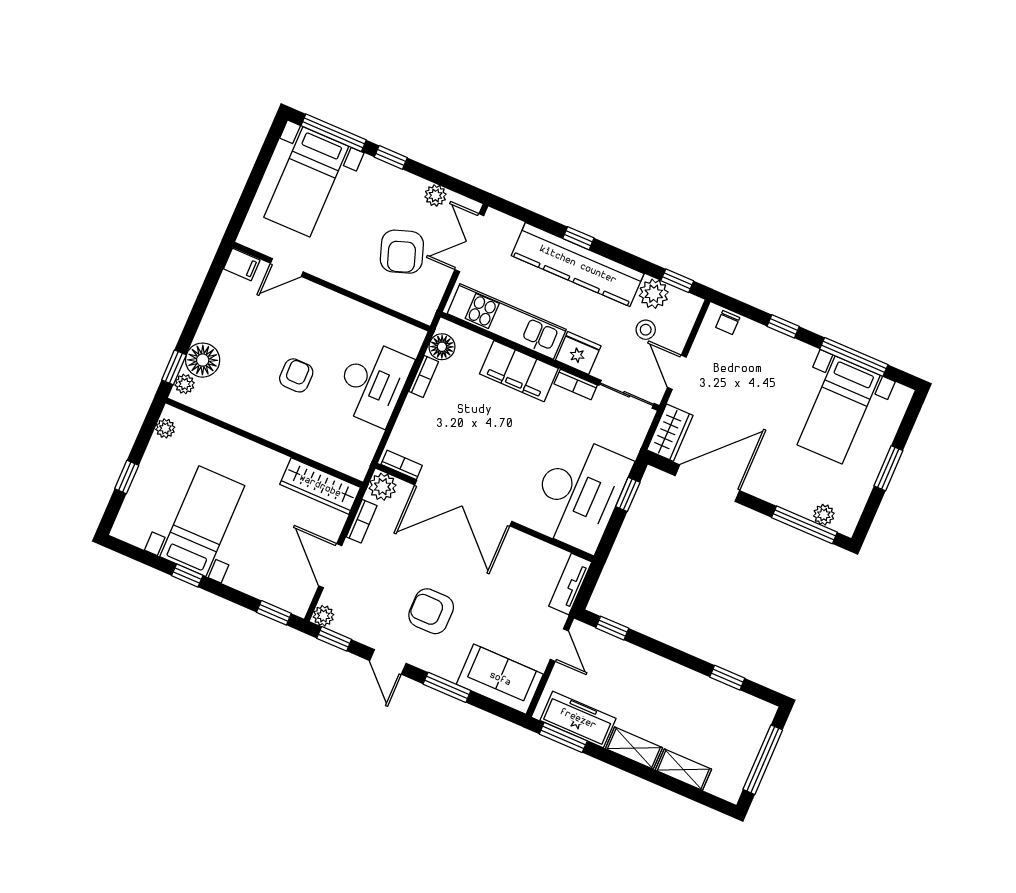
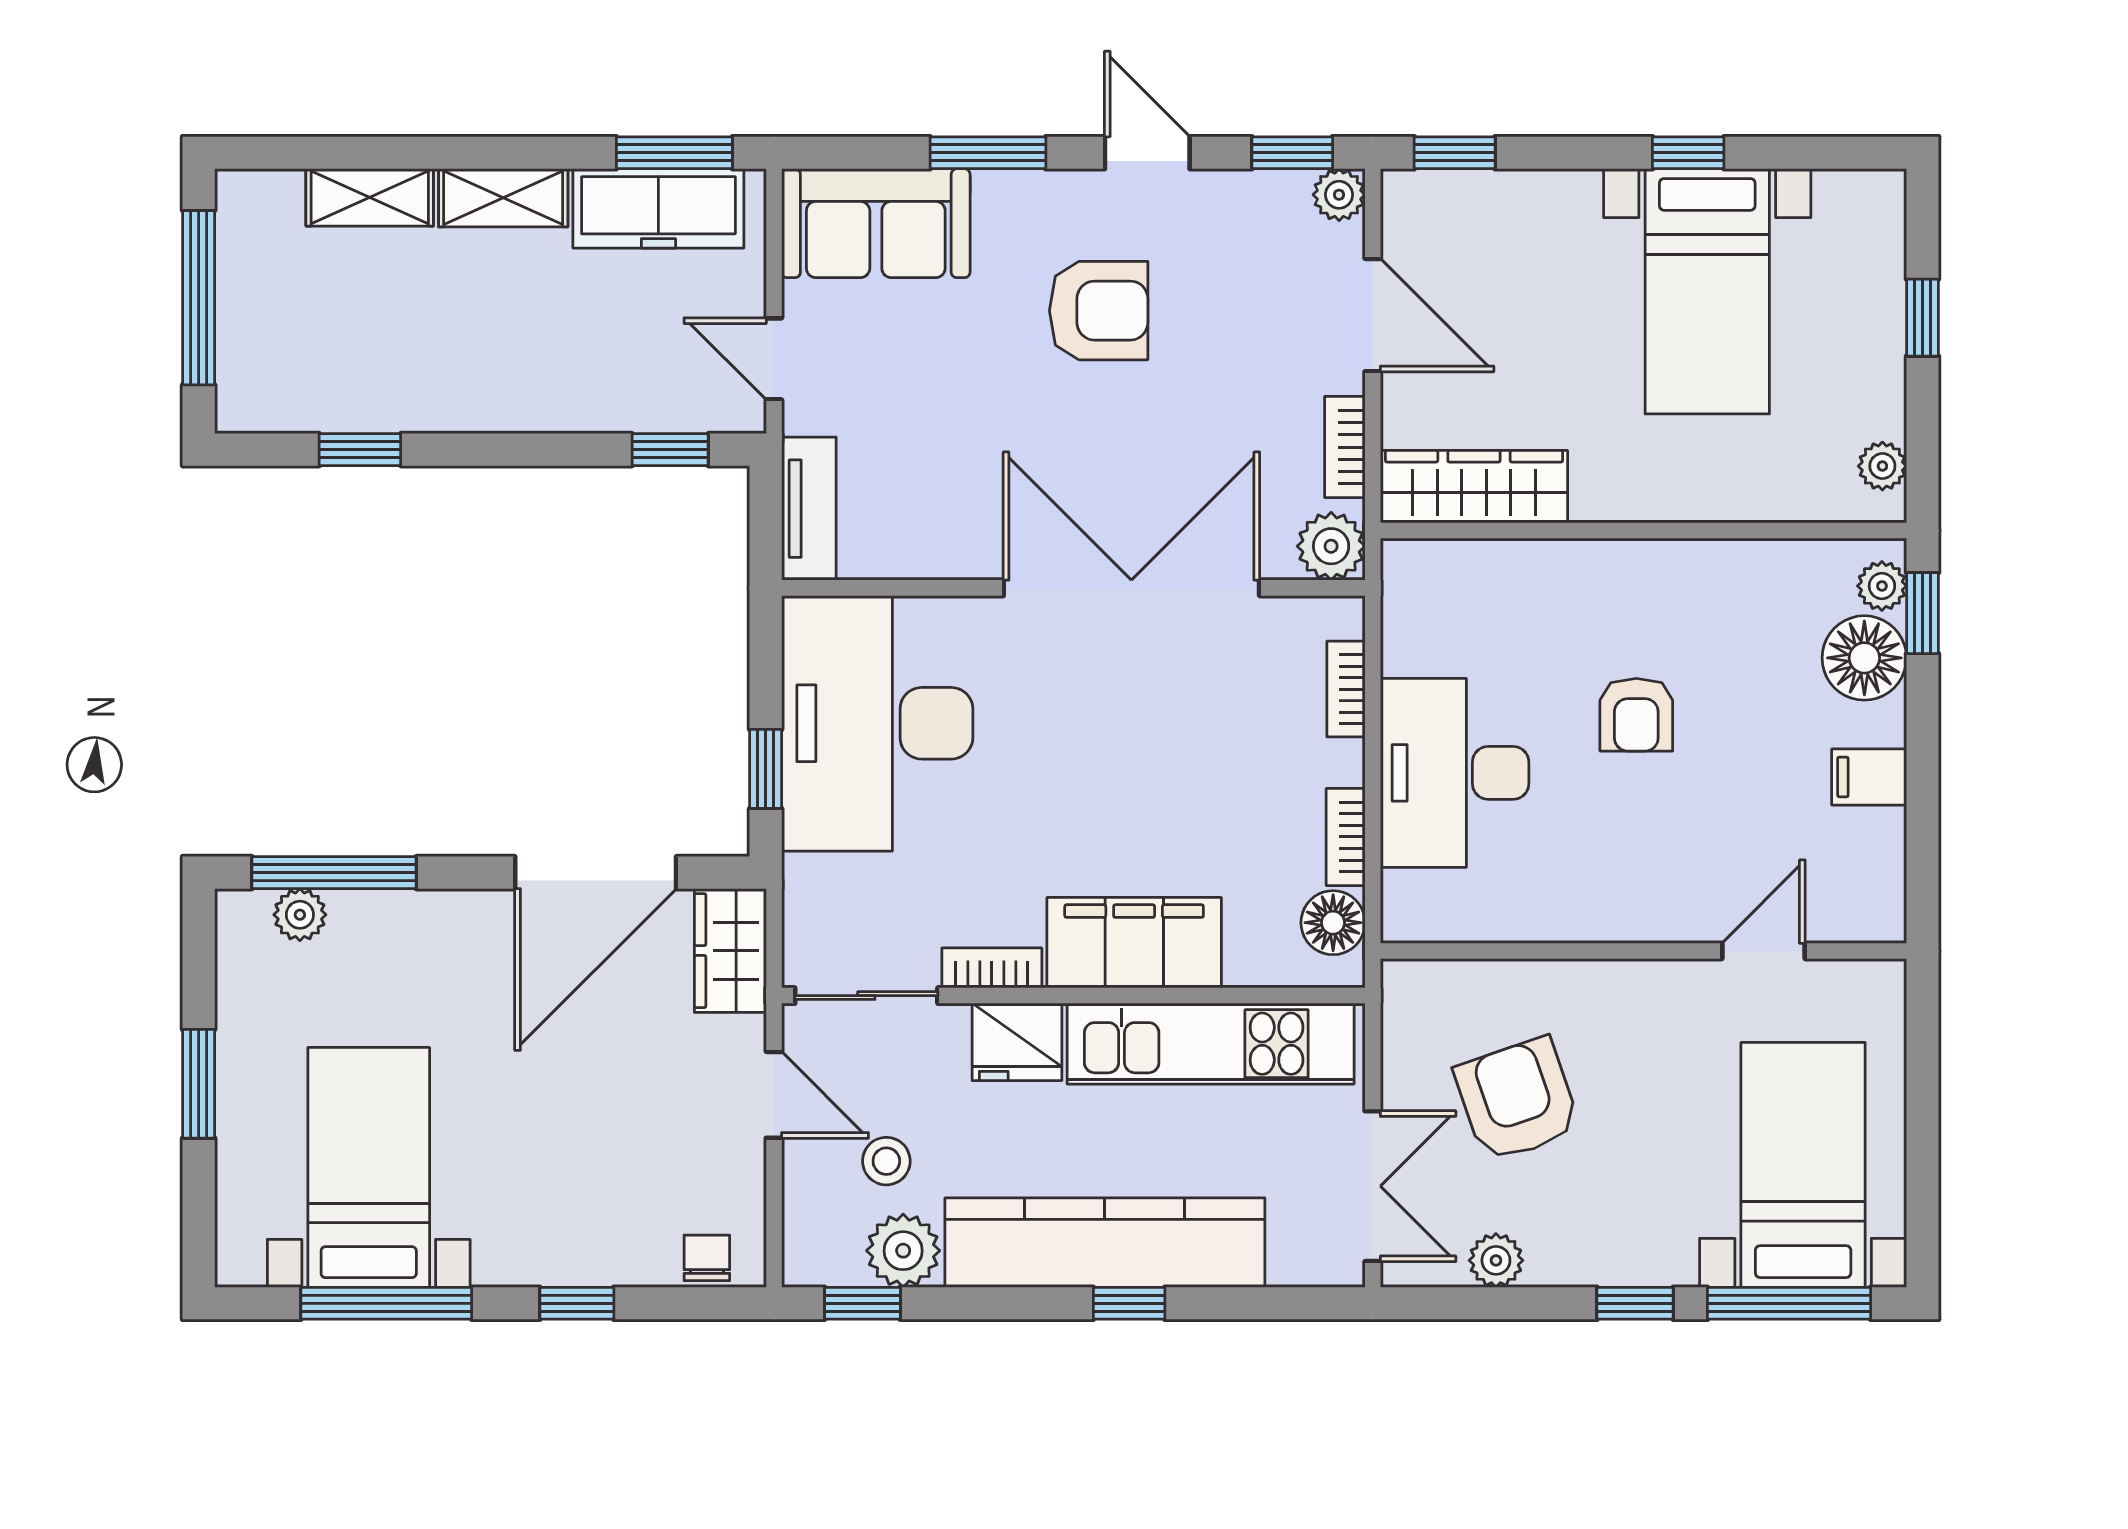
filing cabinet: (242, 265) -> (1869, 777), moved
bookcase: (402, 465) -> (1346, 689), moved, turned 90

